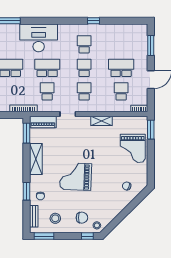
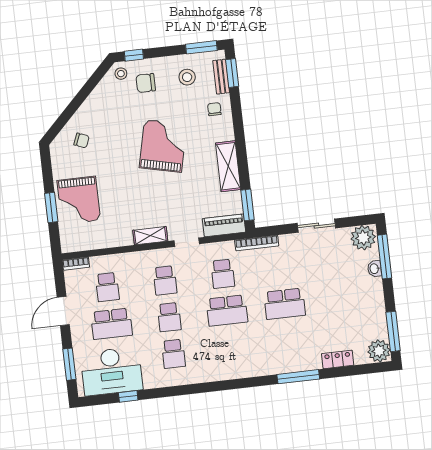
window: (94, 21) -> (128, 396), moved
desk: (39, 38) -> (112, 371), moved
shelving: (101, 121) -> (150, 236), moved
window: (151, 130) -> (51, 208), moved
grand piano: (133, 148) -> (79, 200), turned 180
grand piano: (76, 177) -> (163, 146), turned -79
window: (26, 191) -> (232, 73), moved

